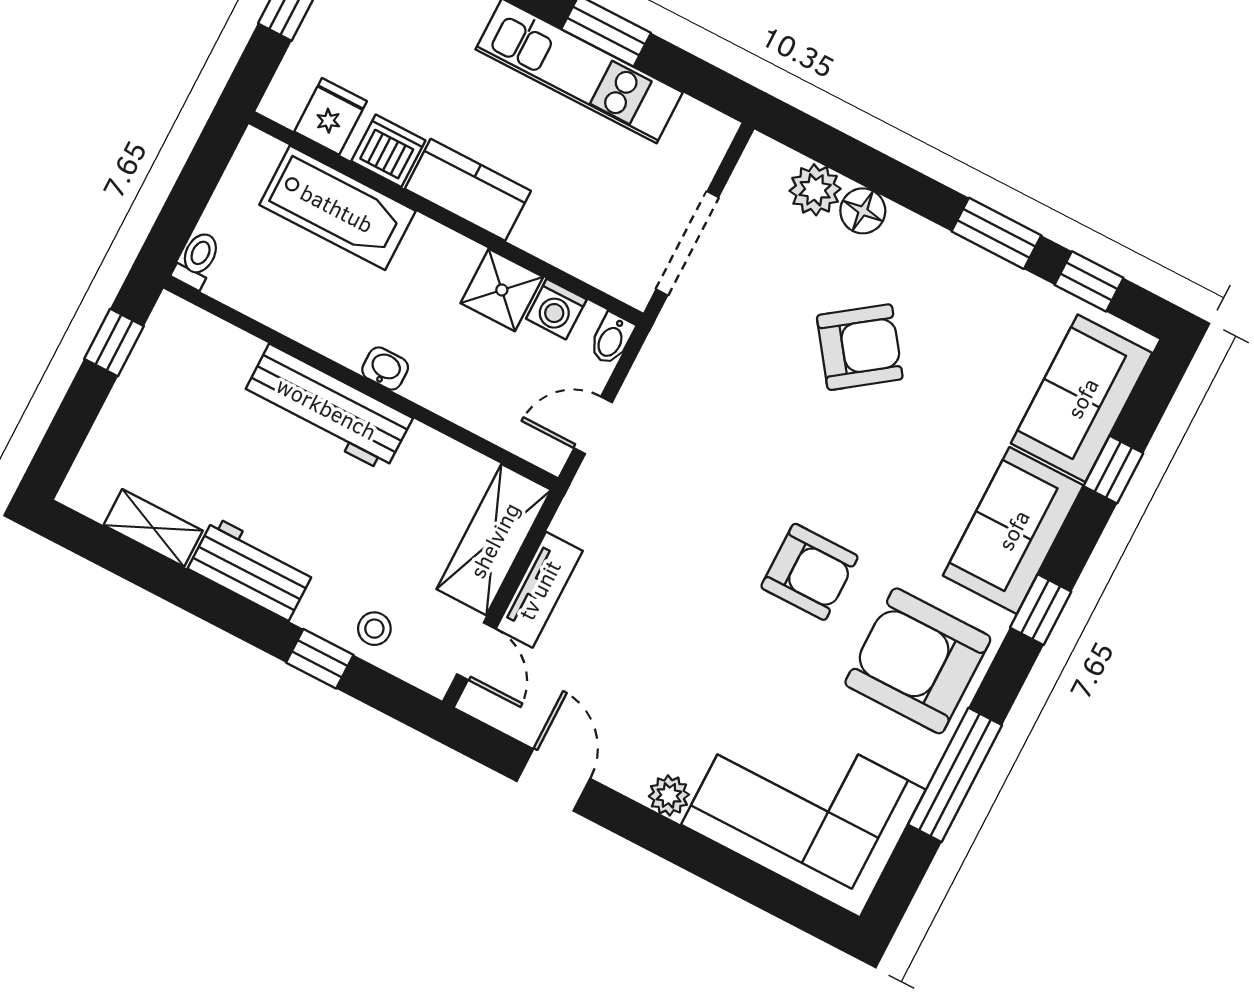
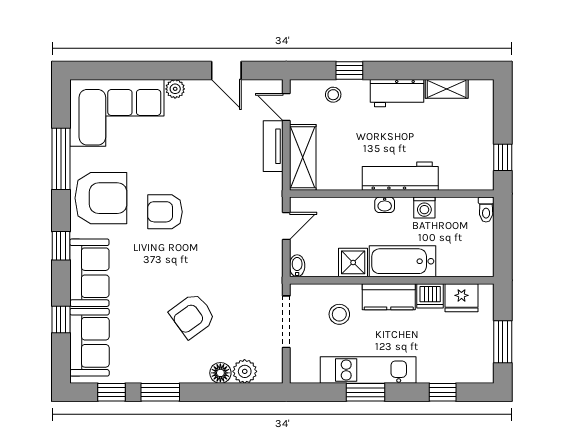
fridge: (331, 116) -> (461, 298), width x1.38
stool: (579, 205) -> (339, 314), added
bathtub: (337, 208) -> (402, 261), moved
washing machine: (556, 309) -> (424, 208), moved, turned 180

